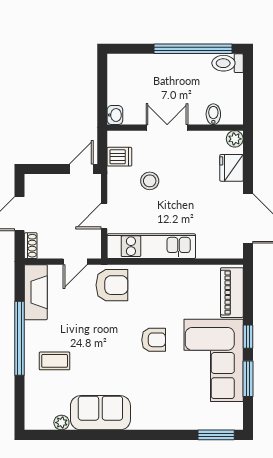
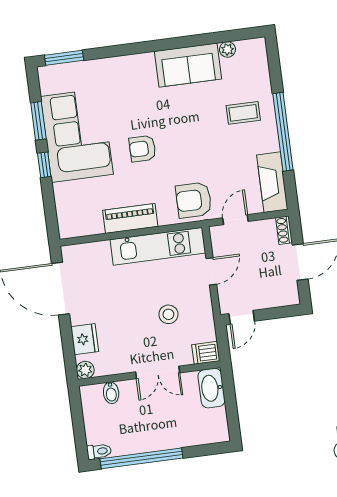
toilet: (228, 63) -> (99, 451), width x0.73, depth x0.72
washbasin: (115, 115) -> (211, 388), width x1.91, depth x1.45
dishwasher: (119, 157) -> (206, 353), moved
piano: (232, 293) -> (130, 218), moved, turned -90

